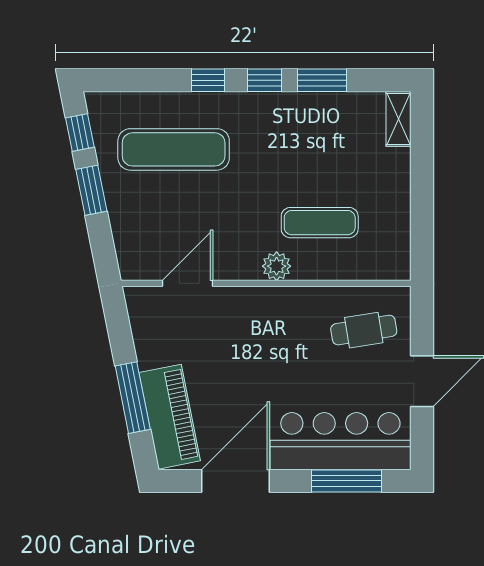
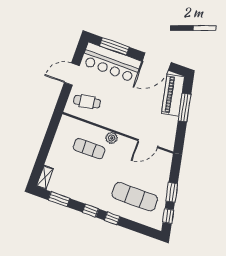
window: (322, 80) -> (59, 199), moved

